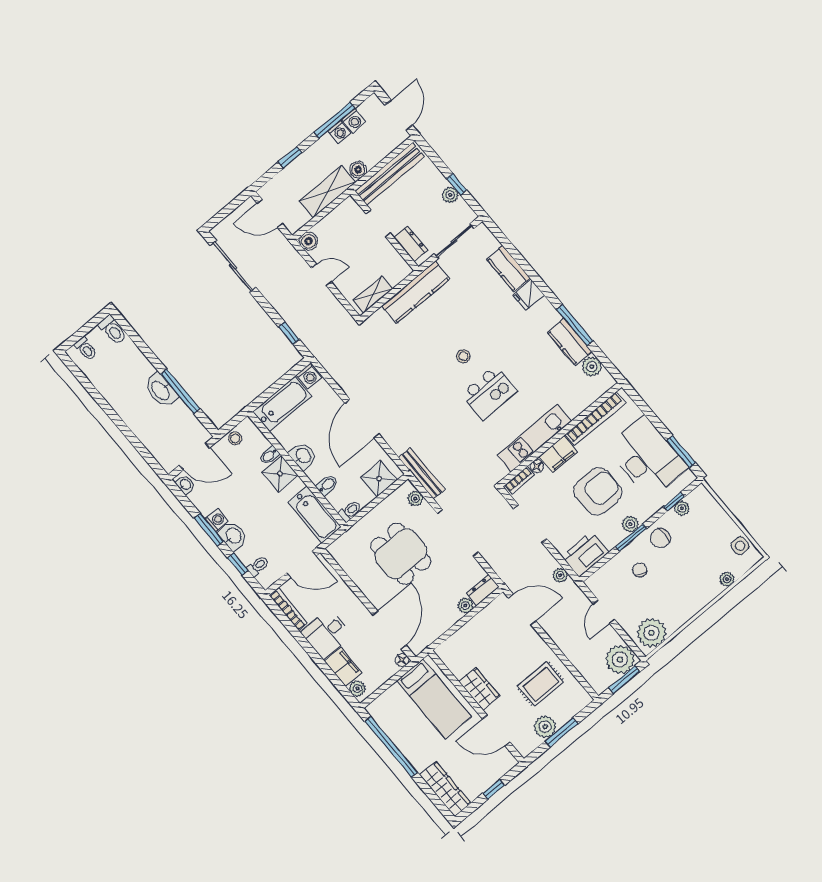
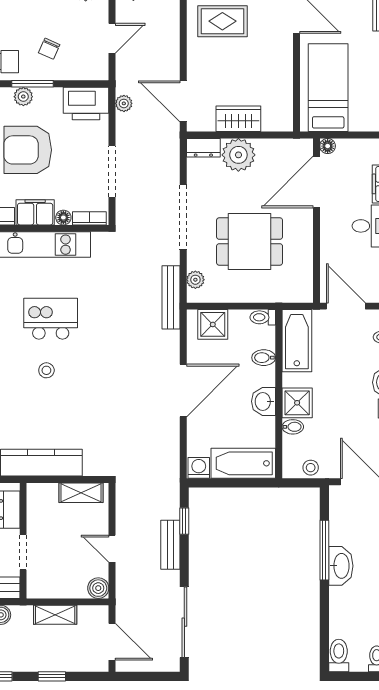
shelving: (328, 192) -> (55, 615), width x0.67, depth x0.75
bench: (285, 310) -> (170, 545), added
dining table: (401, 554) -> (250, 241), turned 90
plant: (465, 606) -> (238, 155), width x1.88, depth x1.88
wardrobe: (479, 689) -> (238, 119), moved, turned 90

